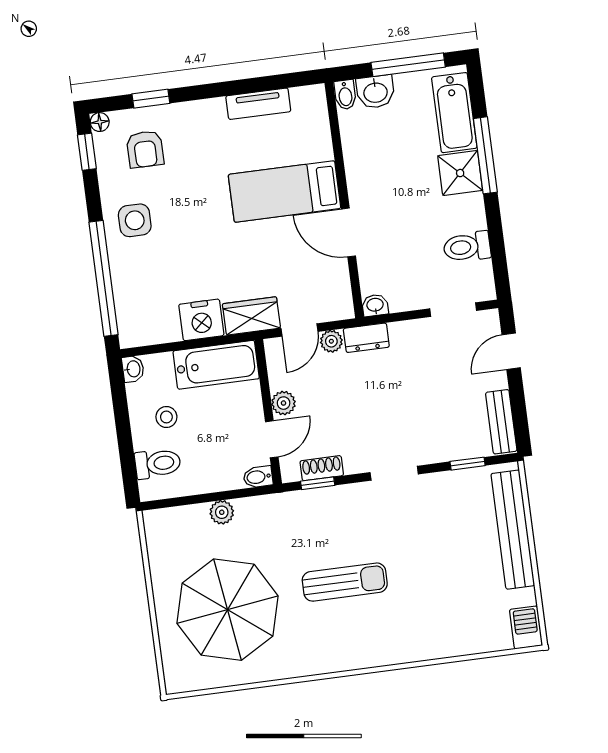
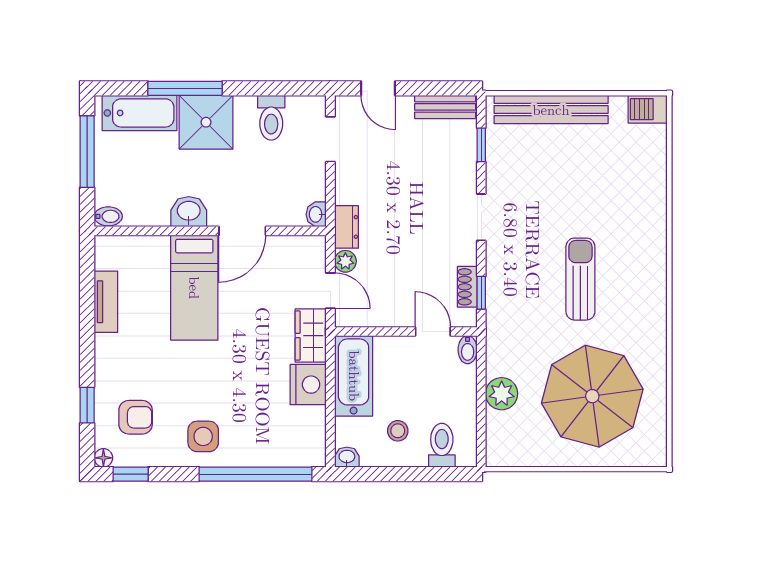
washbasin: (375, 92) -> (189, 212), moved, turned -90
shower: (460, 173) -> (206, 122), width x1.36, depth x1.36
plant: (284, 403) -> (399, 316), removed
plant: (222, 512) -> (502, 394), width x1.38, depth x1.38

